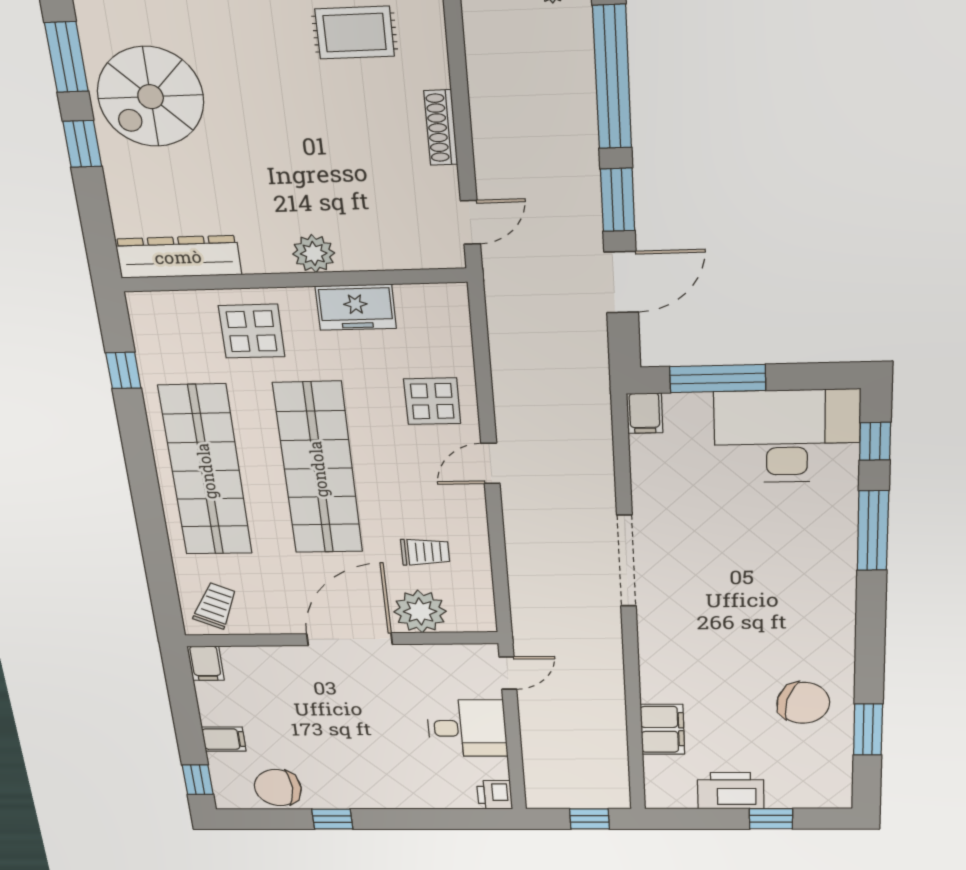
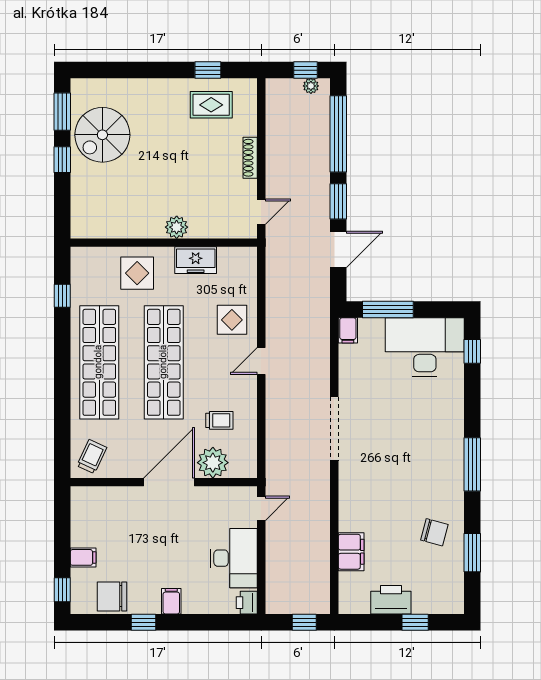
dresser: (178, 257) -> (103, 227), removed
window: (873, 531) -> (472, 464), moved
filing cabinet: (206, 663) -> (171, 601), moved, turned 180
chair: (803, 703) -> (434, 532), width x0.73, depth x0.73
desk: (467, 728) -> (234, 558), width x1.37

